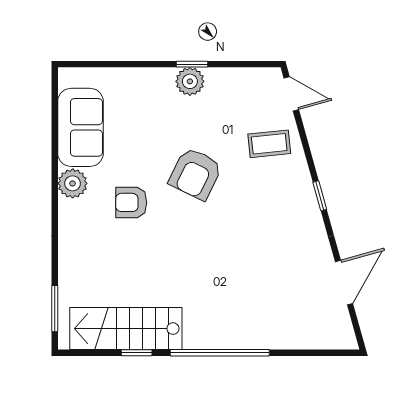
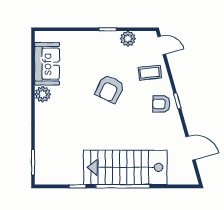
plant: (190, 81) -> (128, 39), moved
armchair: (131, 202) -> (161, 104), moved
door: (344, 283) -> (191, 148), hinge flipped
stairs: (126, 329) -> (125, 167), moved, width x1.36, depth x1.51

